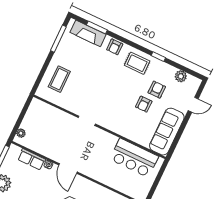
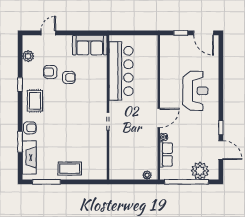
window: (97, 27) -> (20, 142), moved
coffee table: (59, 79) -> (70, 169), moved
door: (193, 105) -> (48, 33), hinge flipped
sofa: (167, 132) -> (90, 45), width x0.73
bar counter: (134, 158) -> (121, 71), width x1.36

